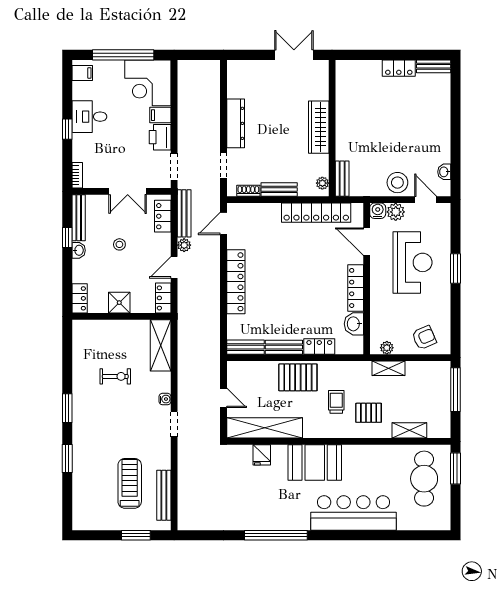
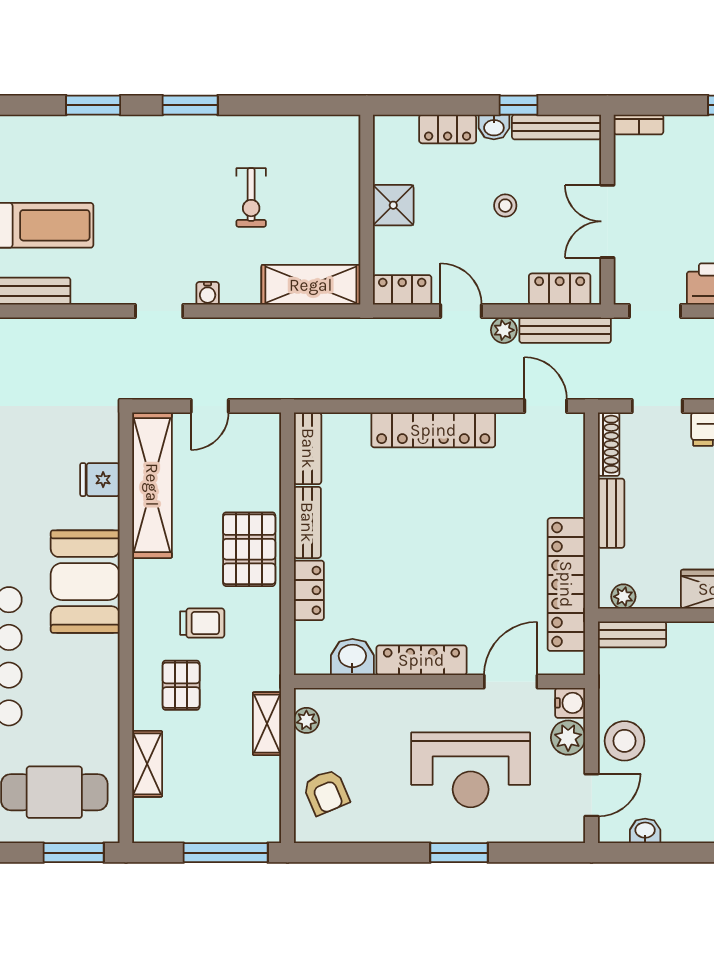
shoe rack: (248, 191) -> (609, 444), width x1.43
locker: (80, 298) -> (448, 129), moved

